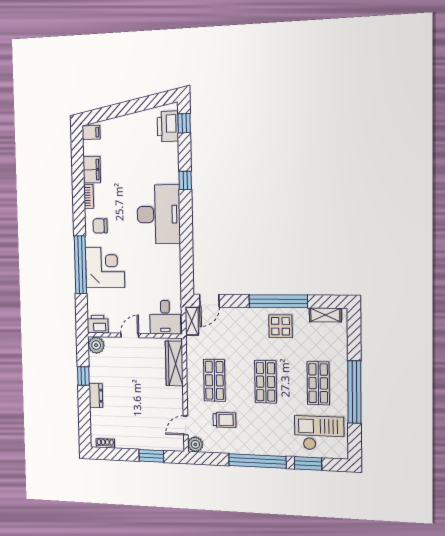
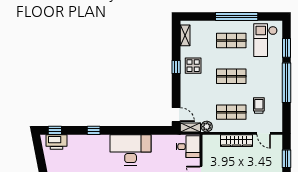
desk: (159, 214) -> (131, 150), moved
window: (278, 301) -> (176, 67), width x0.32
wardrobe: (174, 363) -> (237, 141), moved
plant: (195, 444) -> (207, 127), moved

